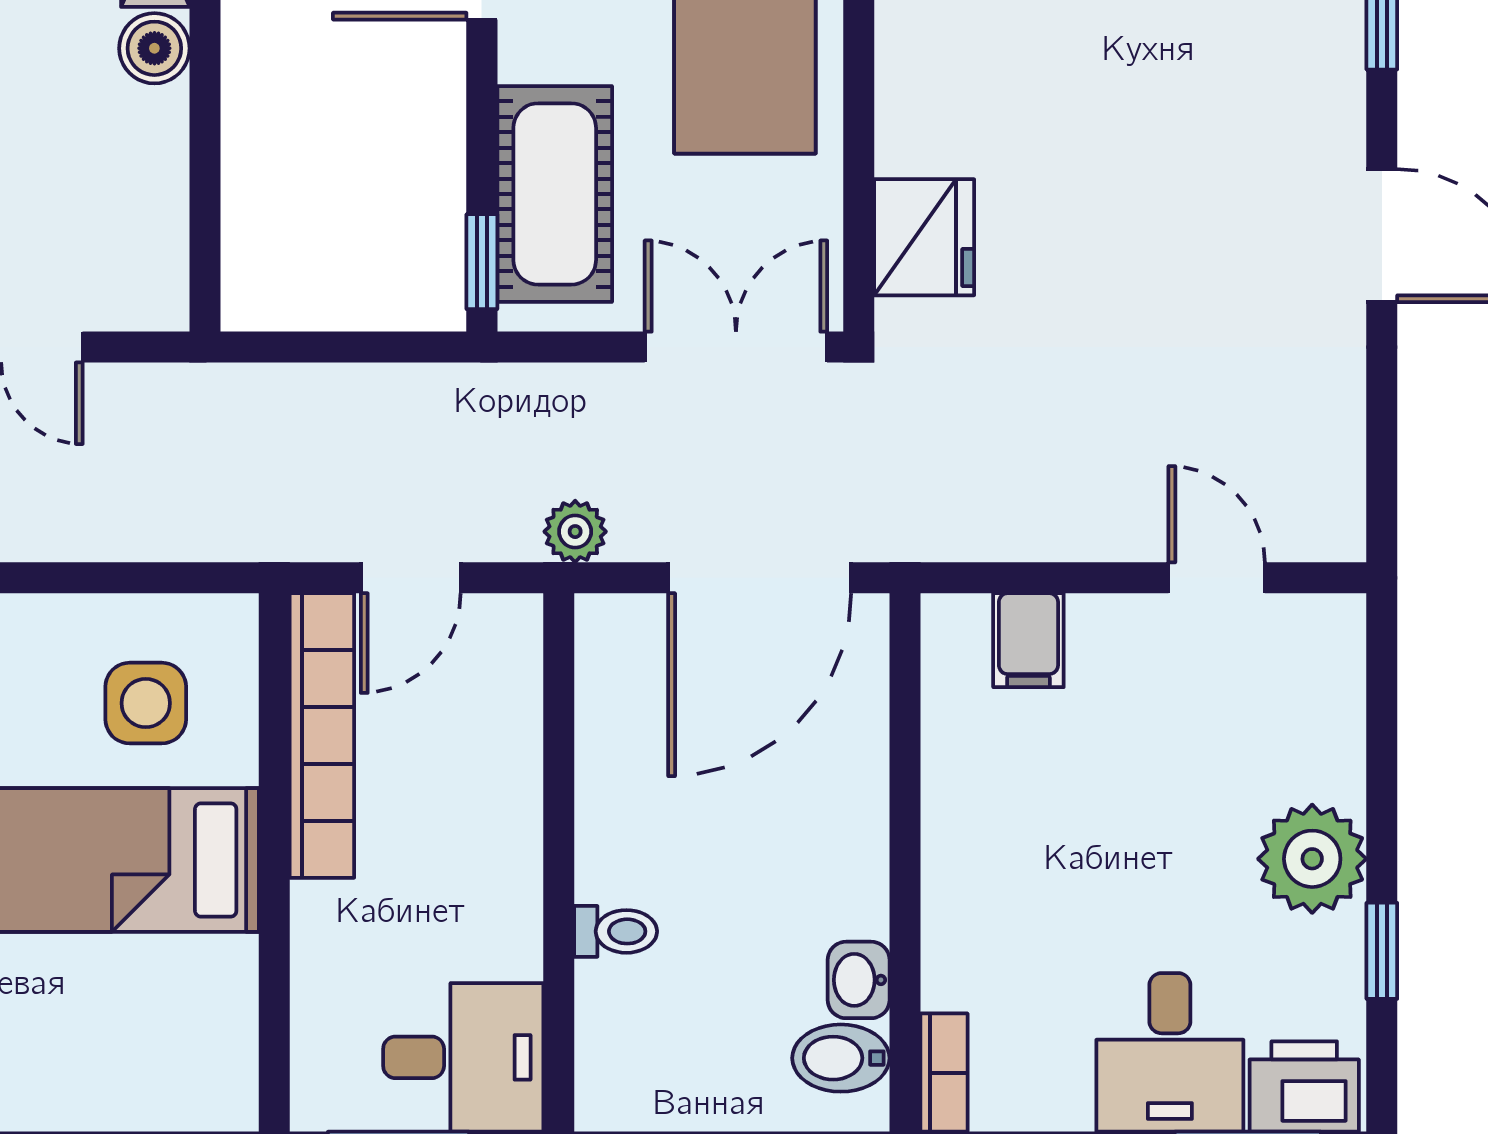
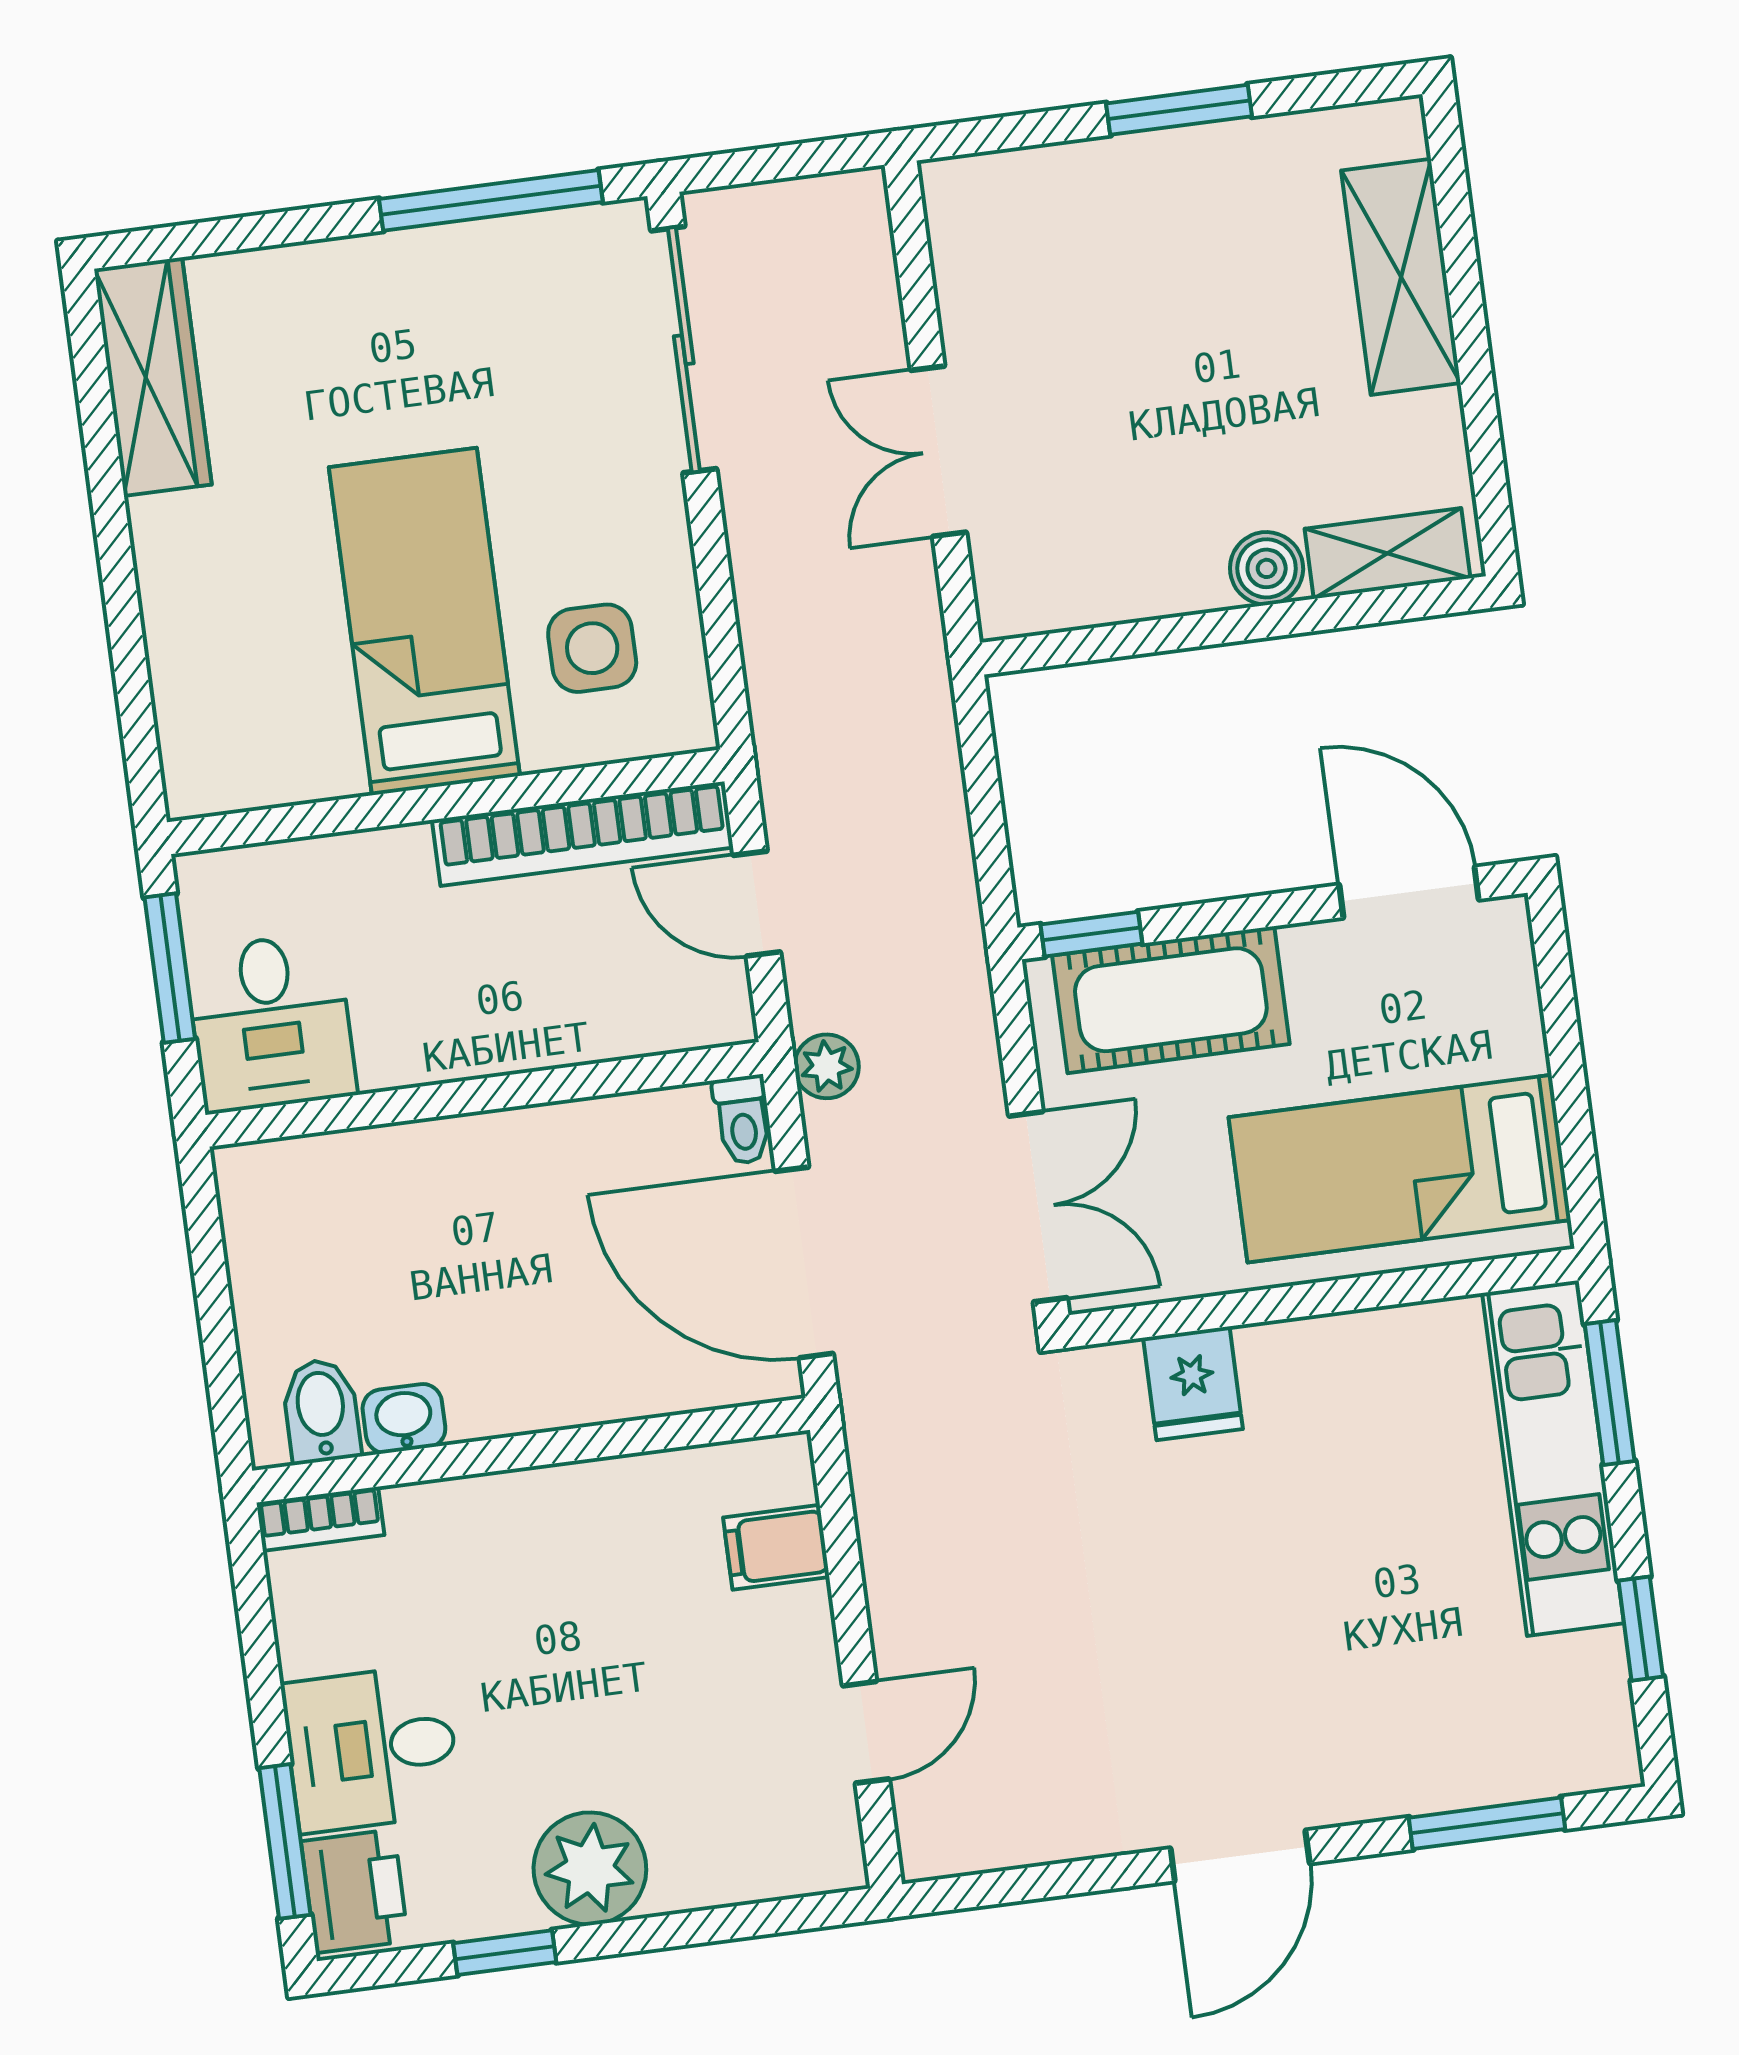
fridge: (924, 237) -> (1193, 1383), width x0.72
toilet: (616, 931) -> (743, 1120), moved

